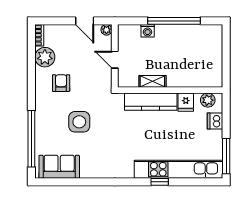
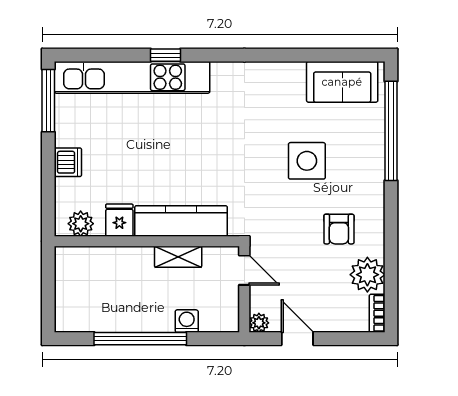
shelving: (152, 81) -> (178, 257), moved
wall: (170, 90) -> (147, 241), moved
plant: (208, 100) -> (81, 224), moved
kitchen counter: (151, 102) -> (181, 221), moved
fridge: (186, 102) -> (119, 220), moved

